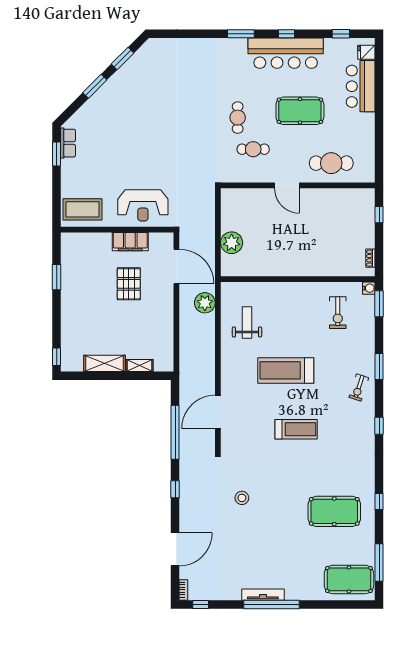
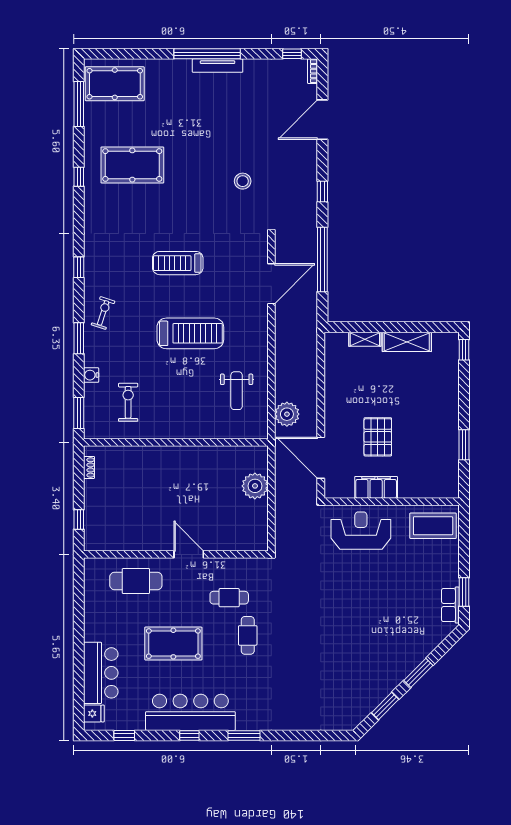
water cooler: (369, 288) -> (91, 375), moved

